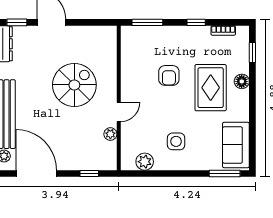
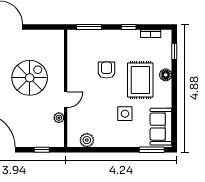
armchair: (169, 75) -> (106, 70), turned 180
side table: (176, 141) -> (125, 114), moved

